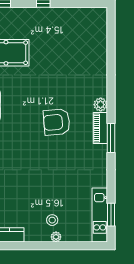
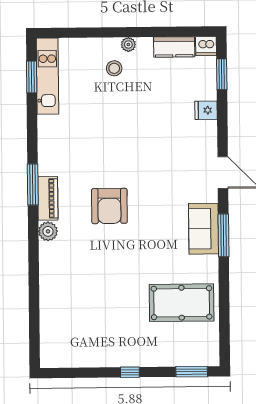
armchair: (57, 122) -> (109, 206), turned 95
plant: (56, 237) -> (128, 45), moved

